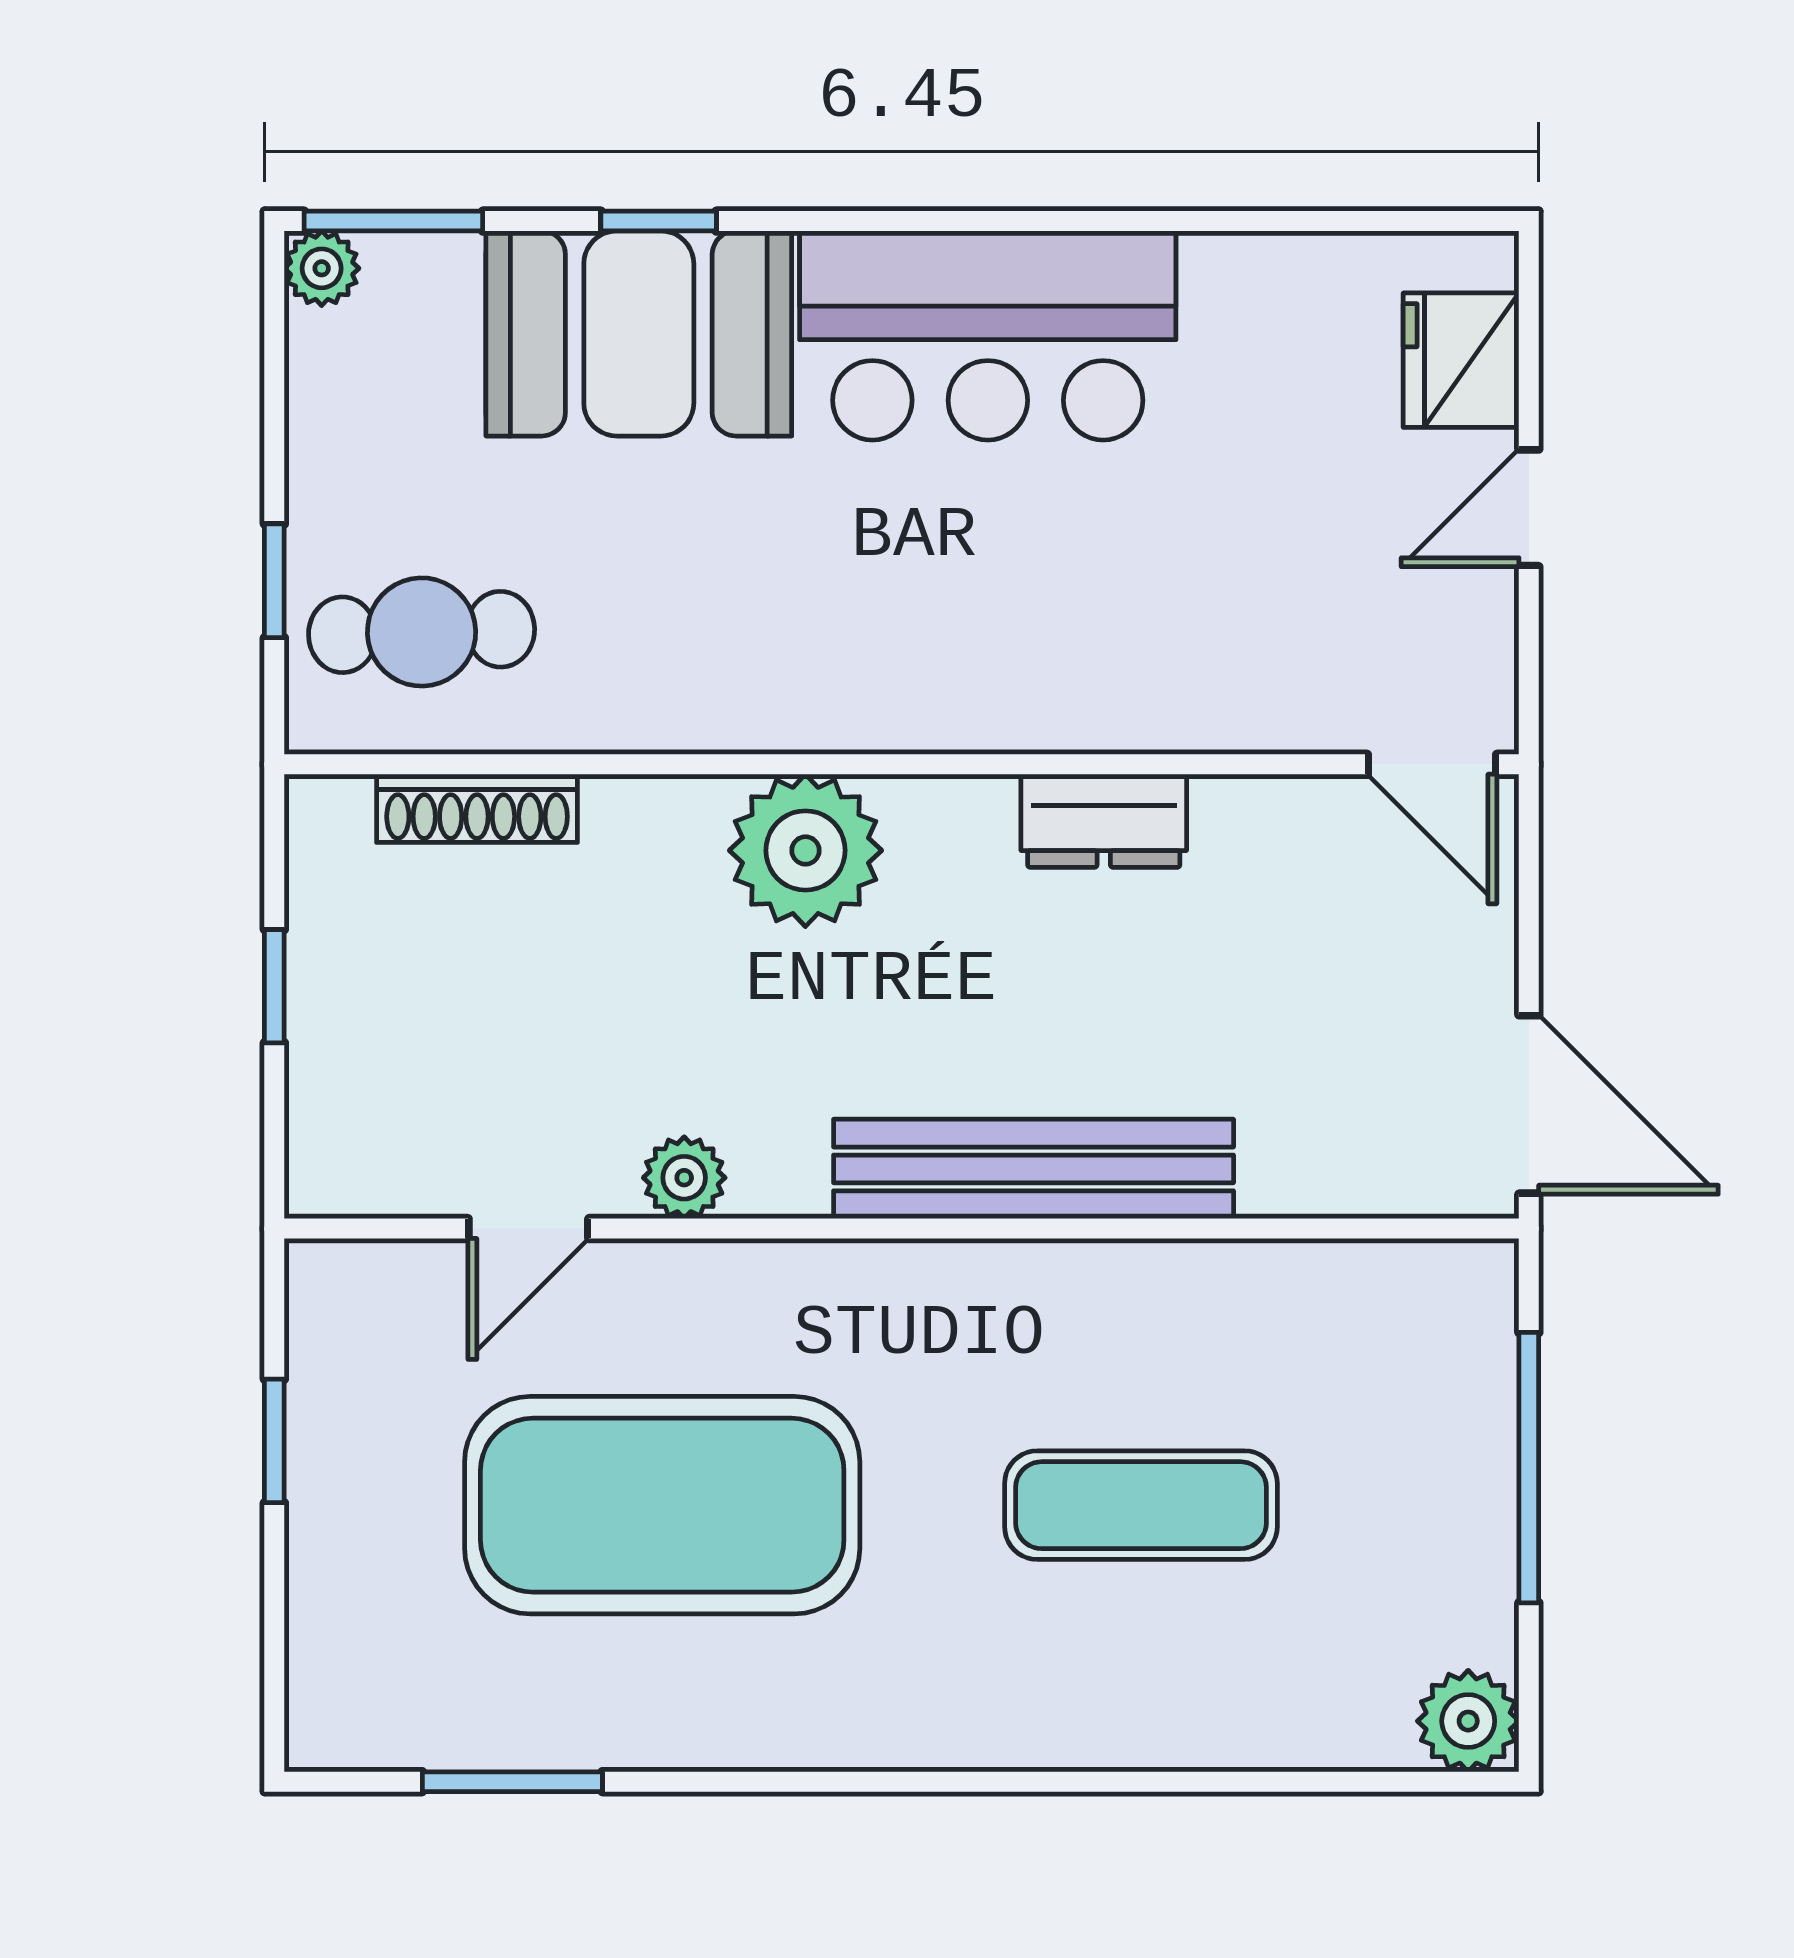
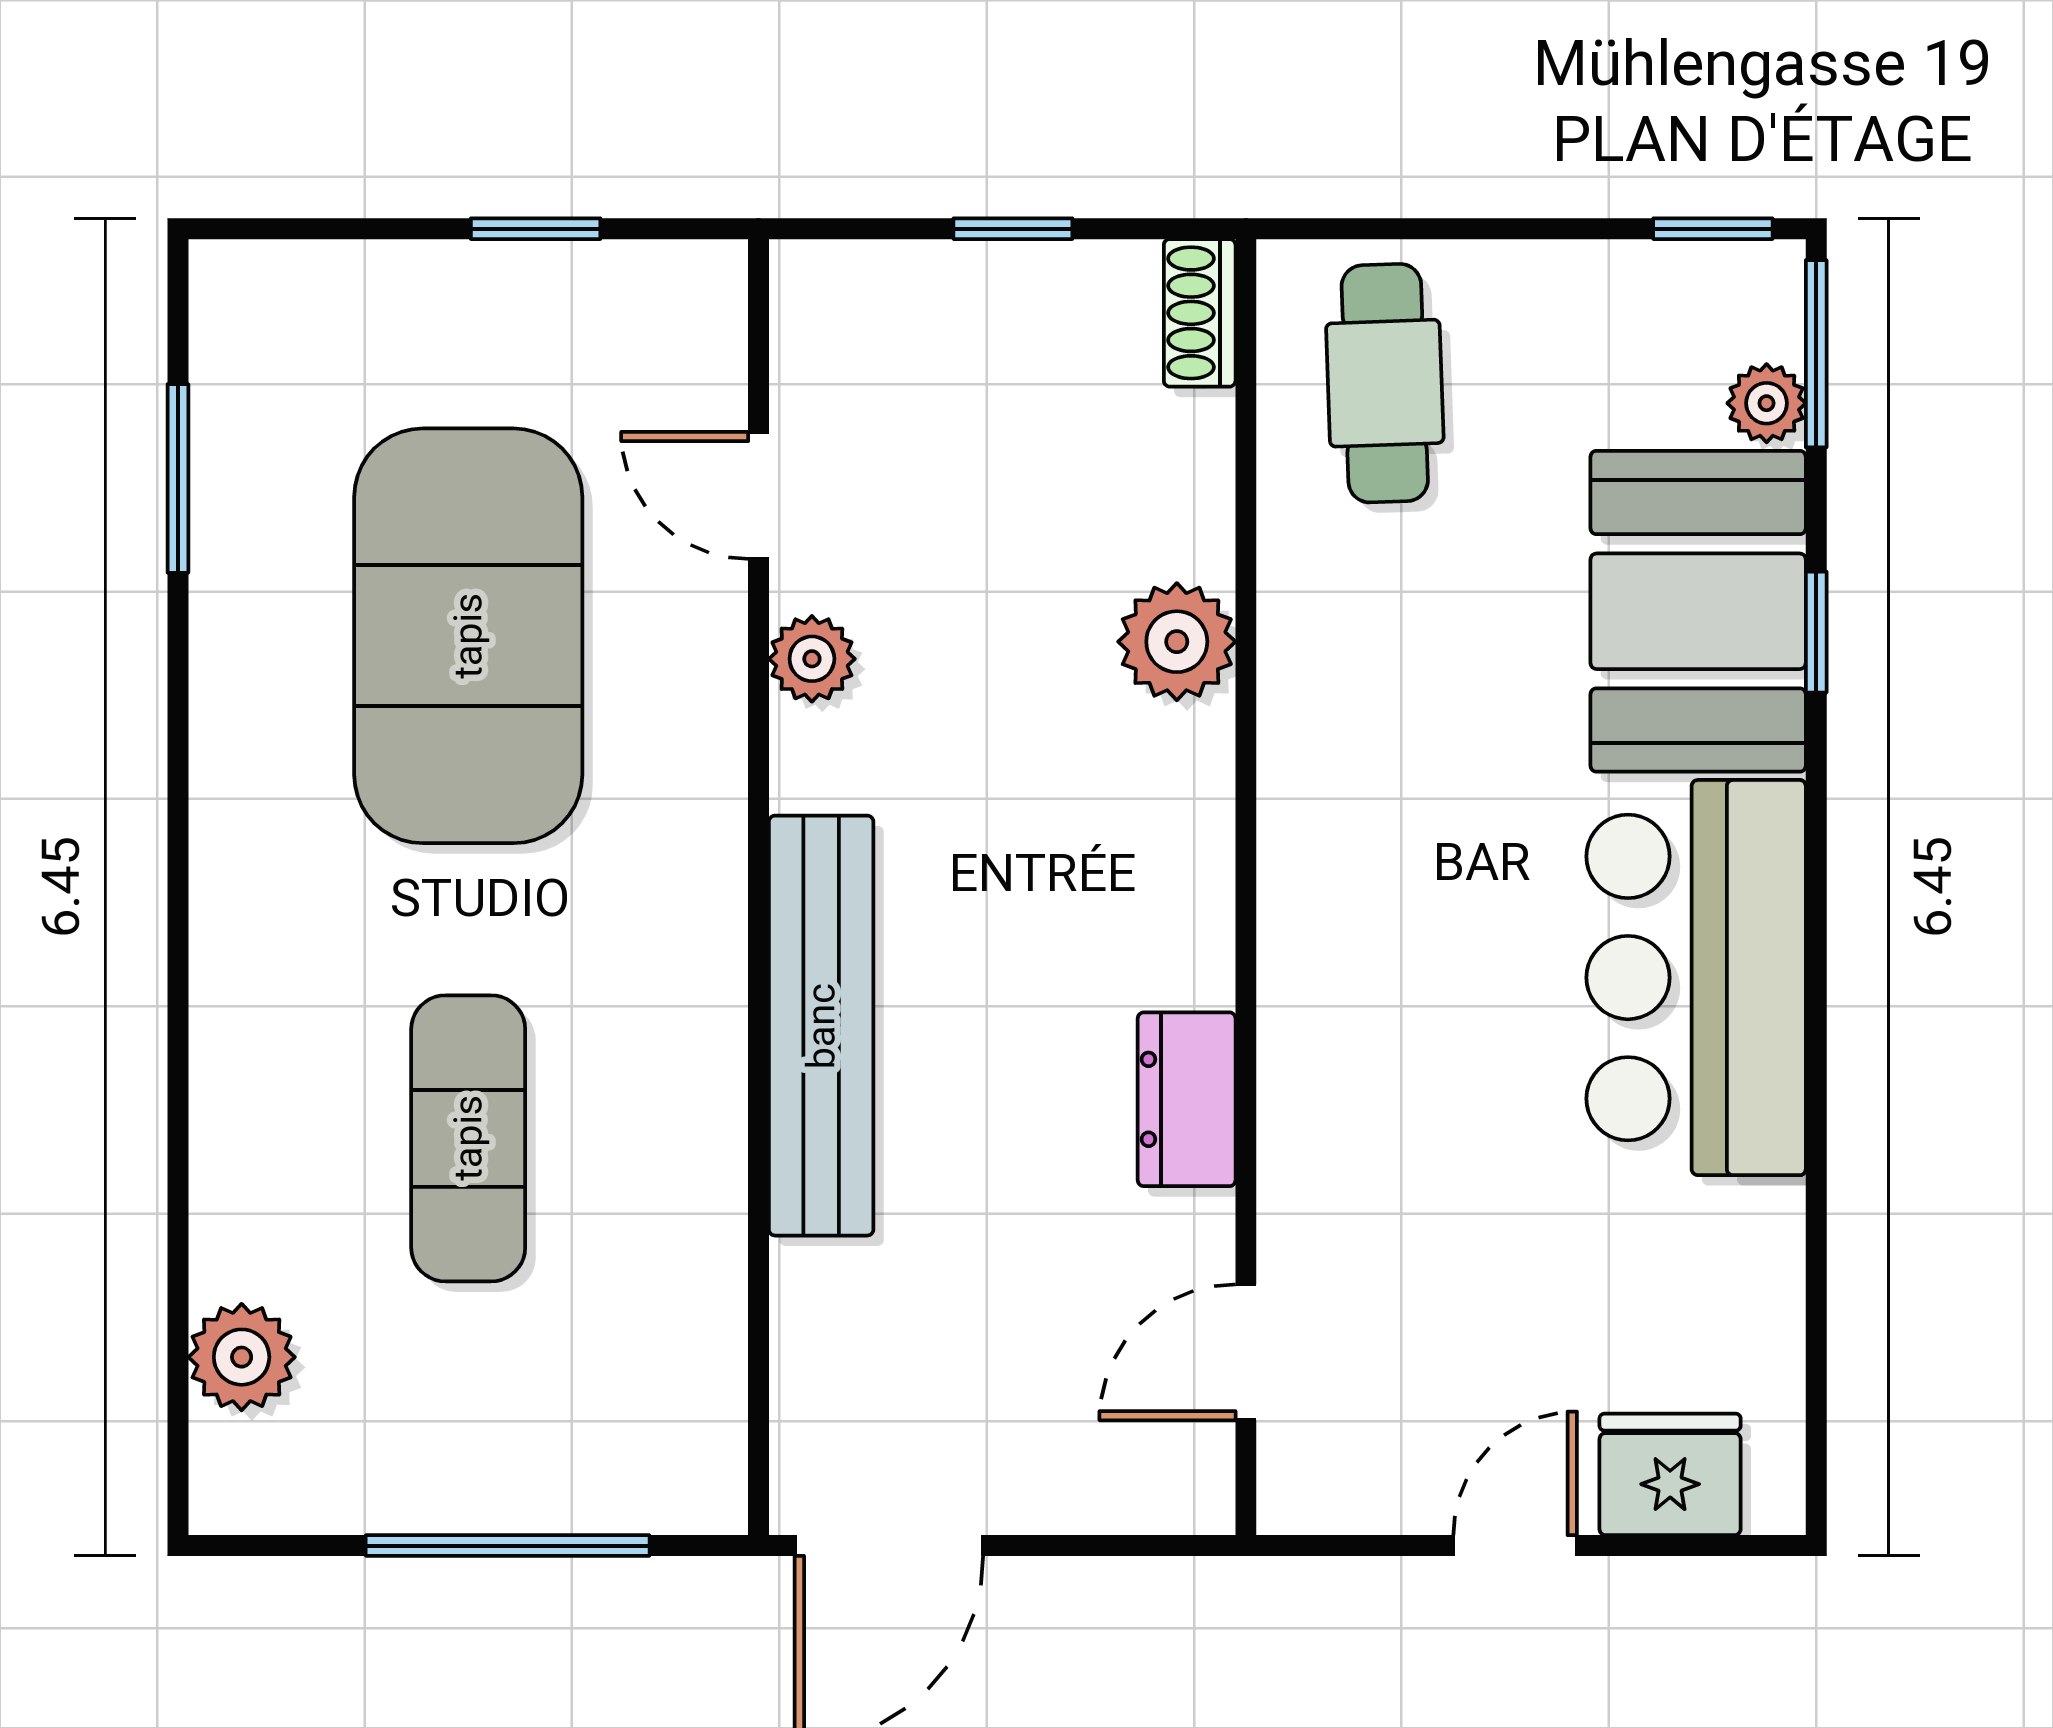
plant: (322, 268) -> (1767, 403), moved
door: (1529, 508) -> (1515, 1546), hinge flipped
window: (274, 581) -> (1713, 229), moved
door: (1432, 764) -> (1246, 1352), moved
shoe rack: (477, 808) -> (1200, 313), moved, width x0.70
plant: (805, 850) -> (1177, 642), moved, width x0.73, depth x0.73
plant: (1468, 1721) -> (242, 1357), moved

